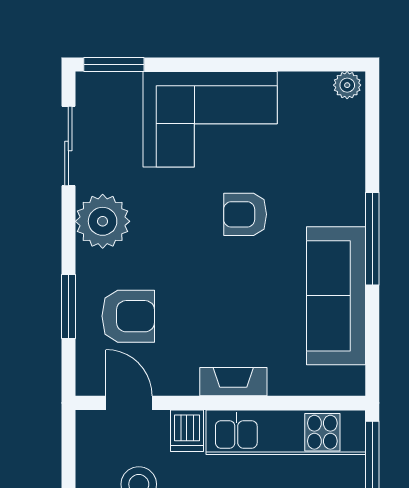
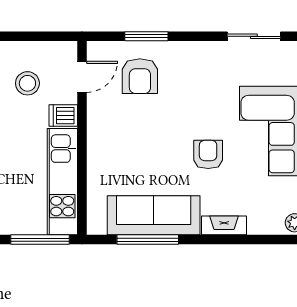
plant: (103, 221) -> (203, 59), removed
window: (372, 239) -> (148, 240), moved
fireplace: (233, 382) -> (224, 225), moved, turned -90

